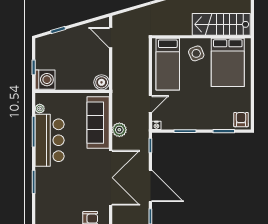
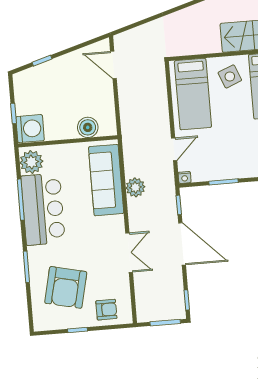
boiler: (102, 82) -> (88, 127), moved
plant: (40, 109) -> (31, 162), width x1.87, depth x1.87
double door: (111, 178) -> (129, 253), width x0.54
door: (150, 186) -> (182, 244), moved
armchair: (61, 200) -> (66, 287), added

